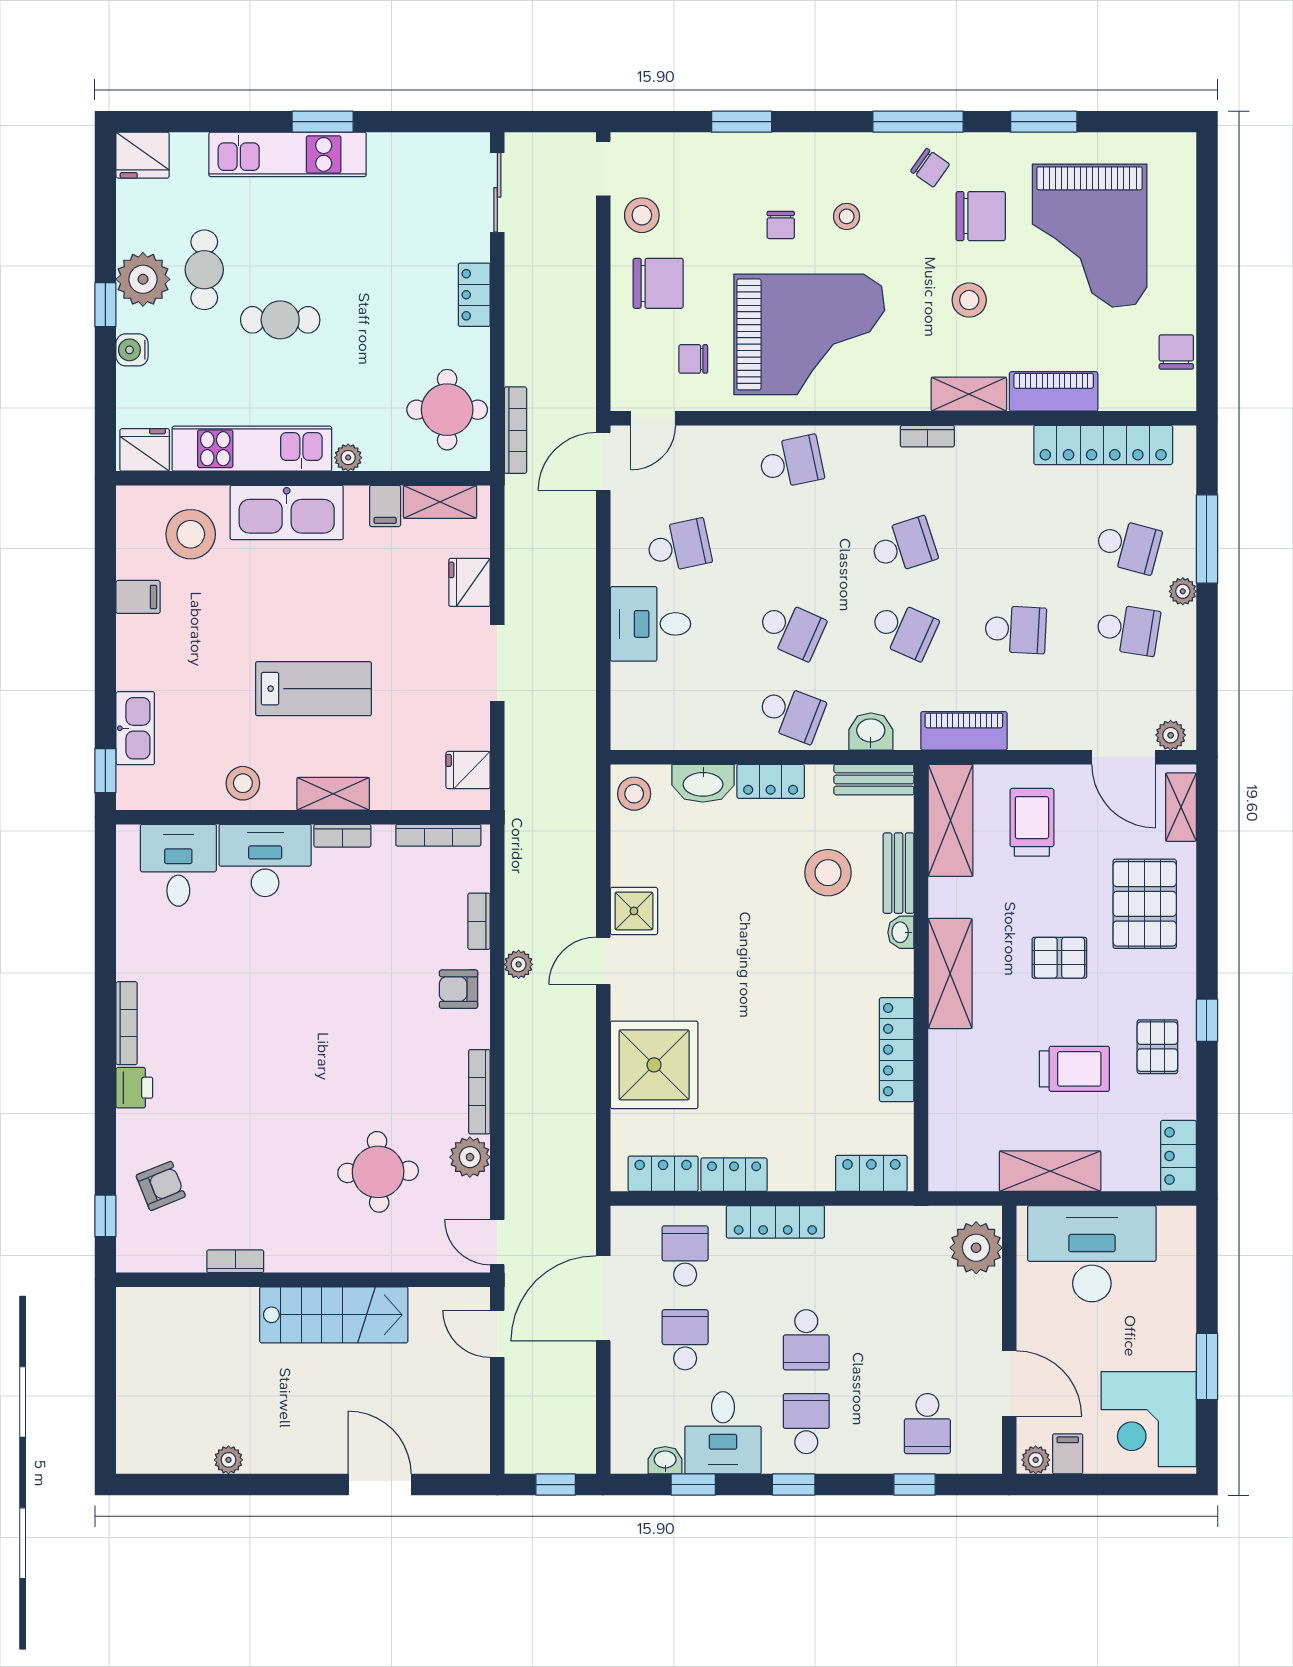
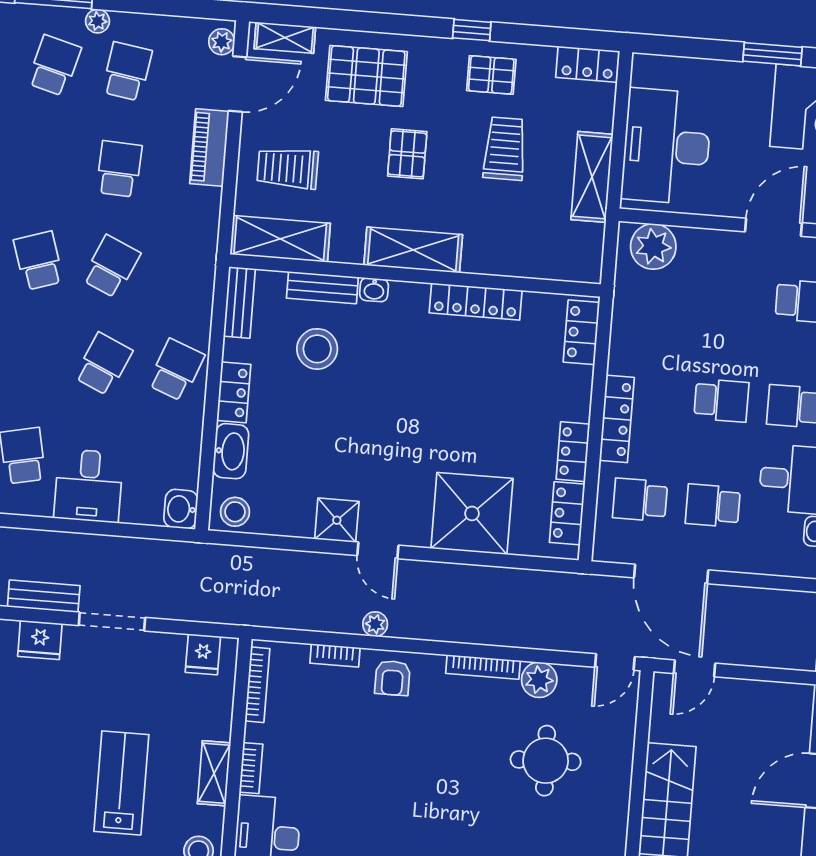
bench: (520, 583) -> (44, 596), added
piano: (964, 731) -> (209, 147), moved
washbasin: (871, 732) -> (181, 509), moved

